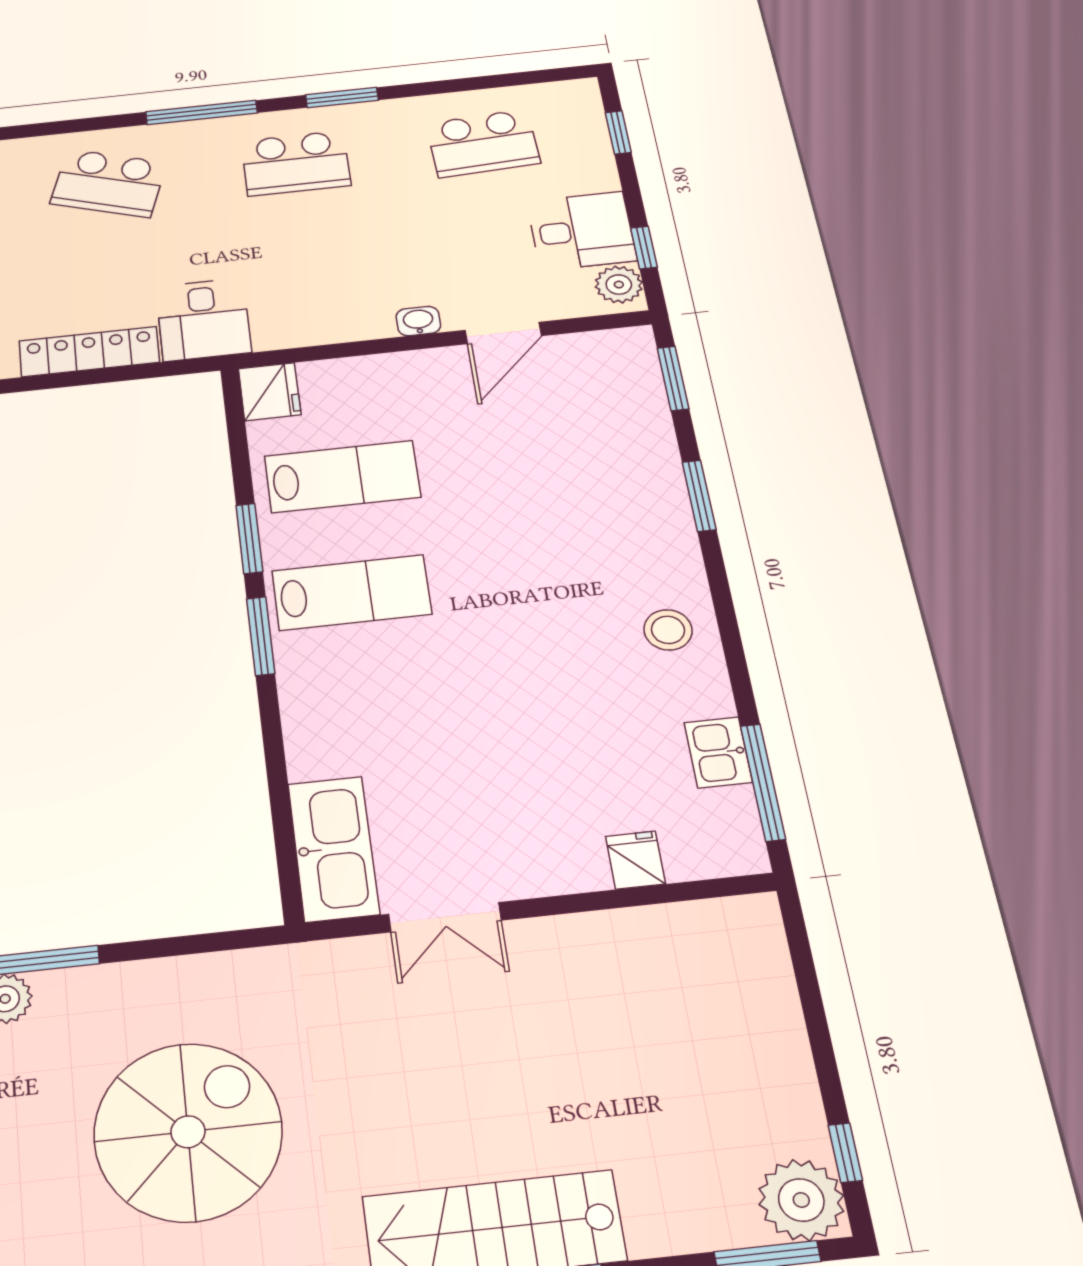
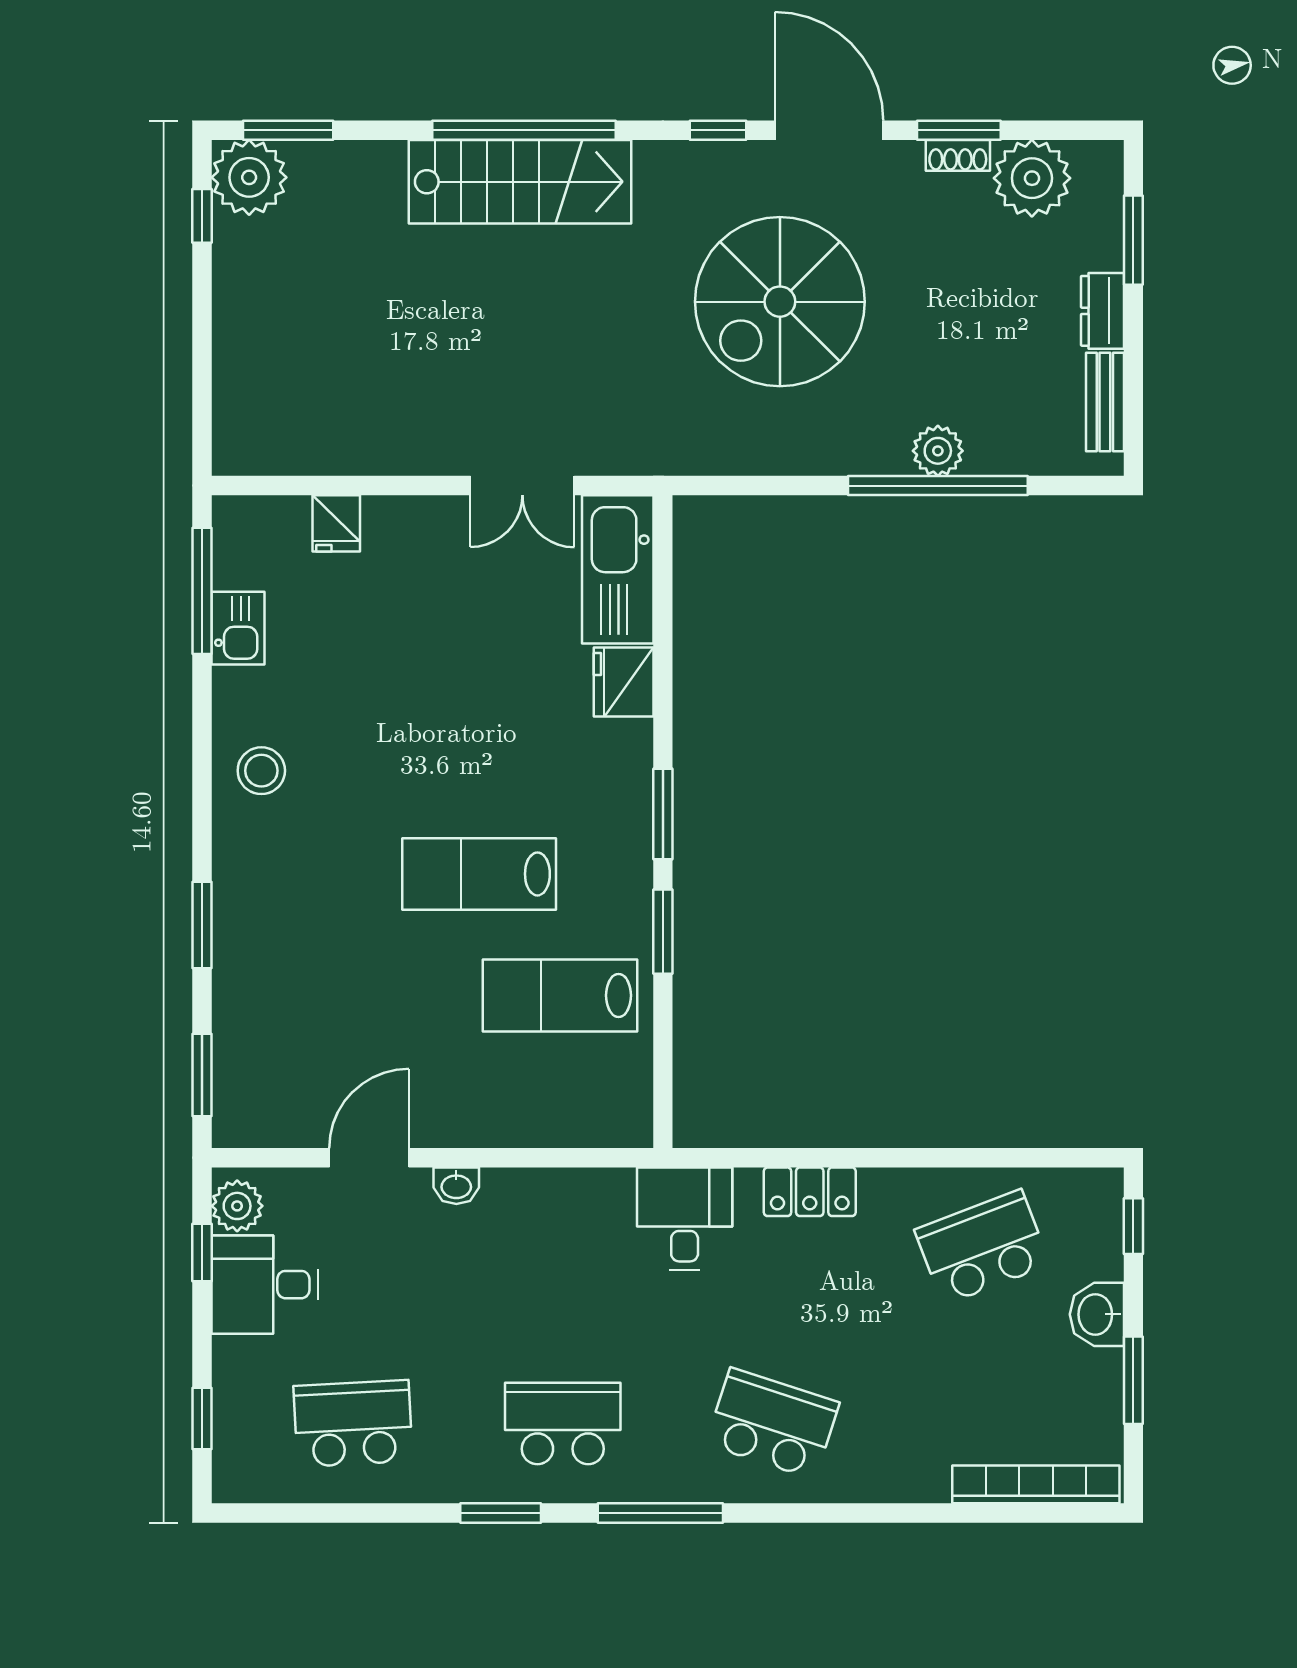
locker: (89, 352) -> (810, 1192), width x0.66
fridge: (270, 392) -> (624, 682), moved
lab bench: (352, 592) -> (479, 874), moved
double door: (445, 917) -> (522, 486), swing flipped

